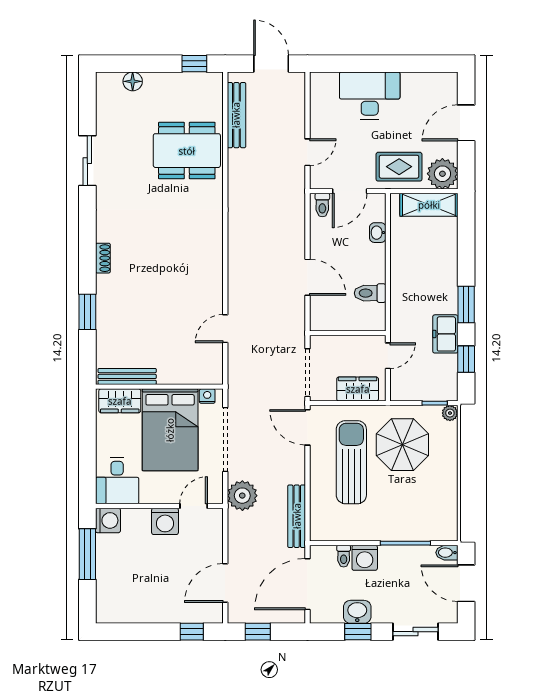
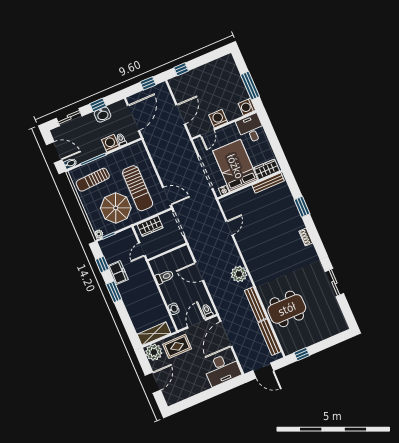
floor lamp: (133, 81) -> (329, 332), removed
desk: (370, 95) -> (222, 369), moved
door: (308, 152) -> (226, 334), width x1.88
plant: (242, 496) -> (239, 274), moved
sun lounger: (421, 509) -> (93, 180), added
bench: (297, 516) -> (256, 304), moved
door: (225, 583) -> (181, 114), moved

